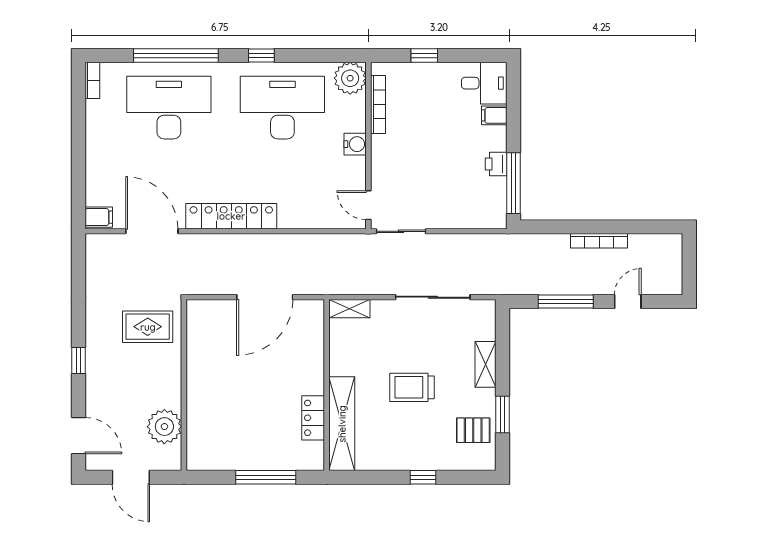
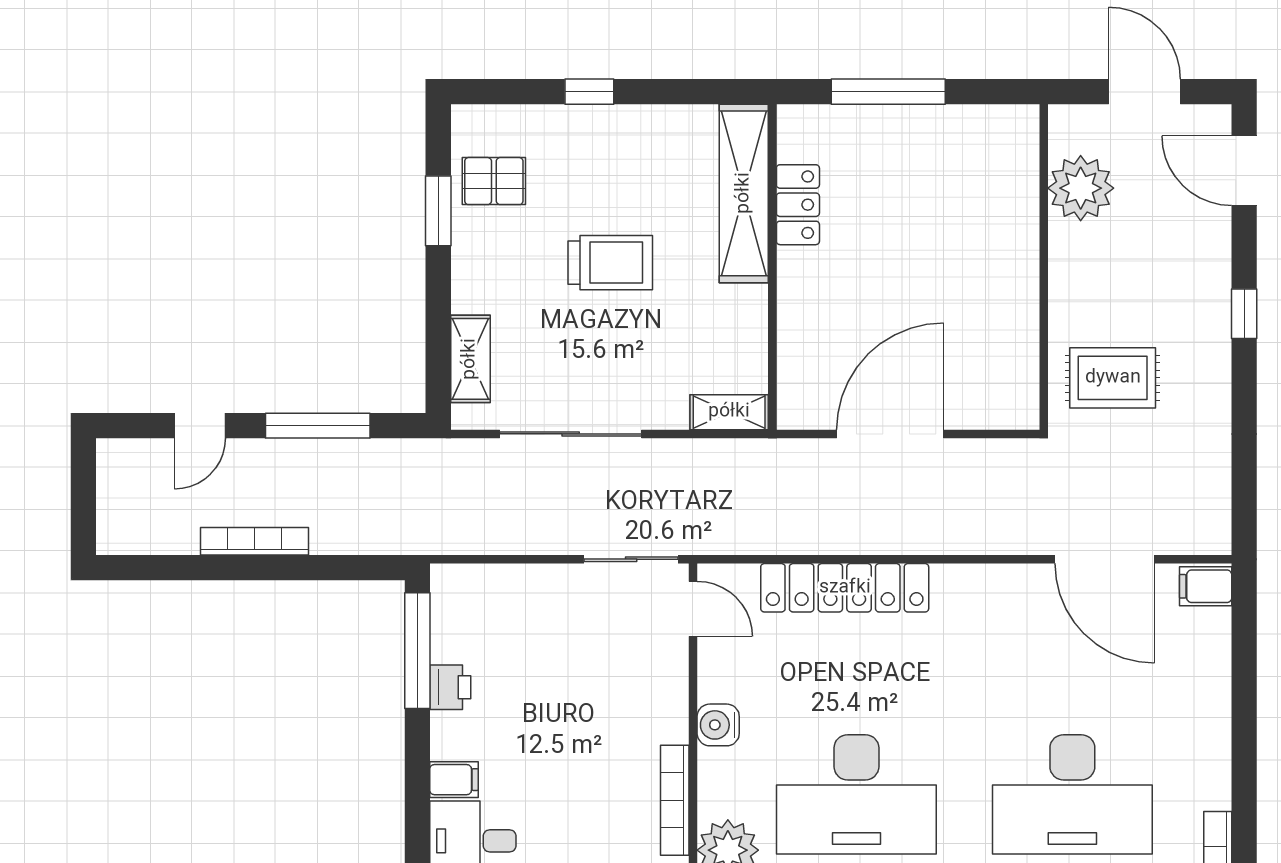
locker: (231, 216) -> (845, 588), moved
shelving: (485, 364) -> (470, 359), moved

